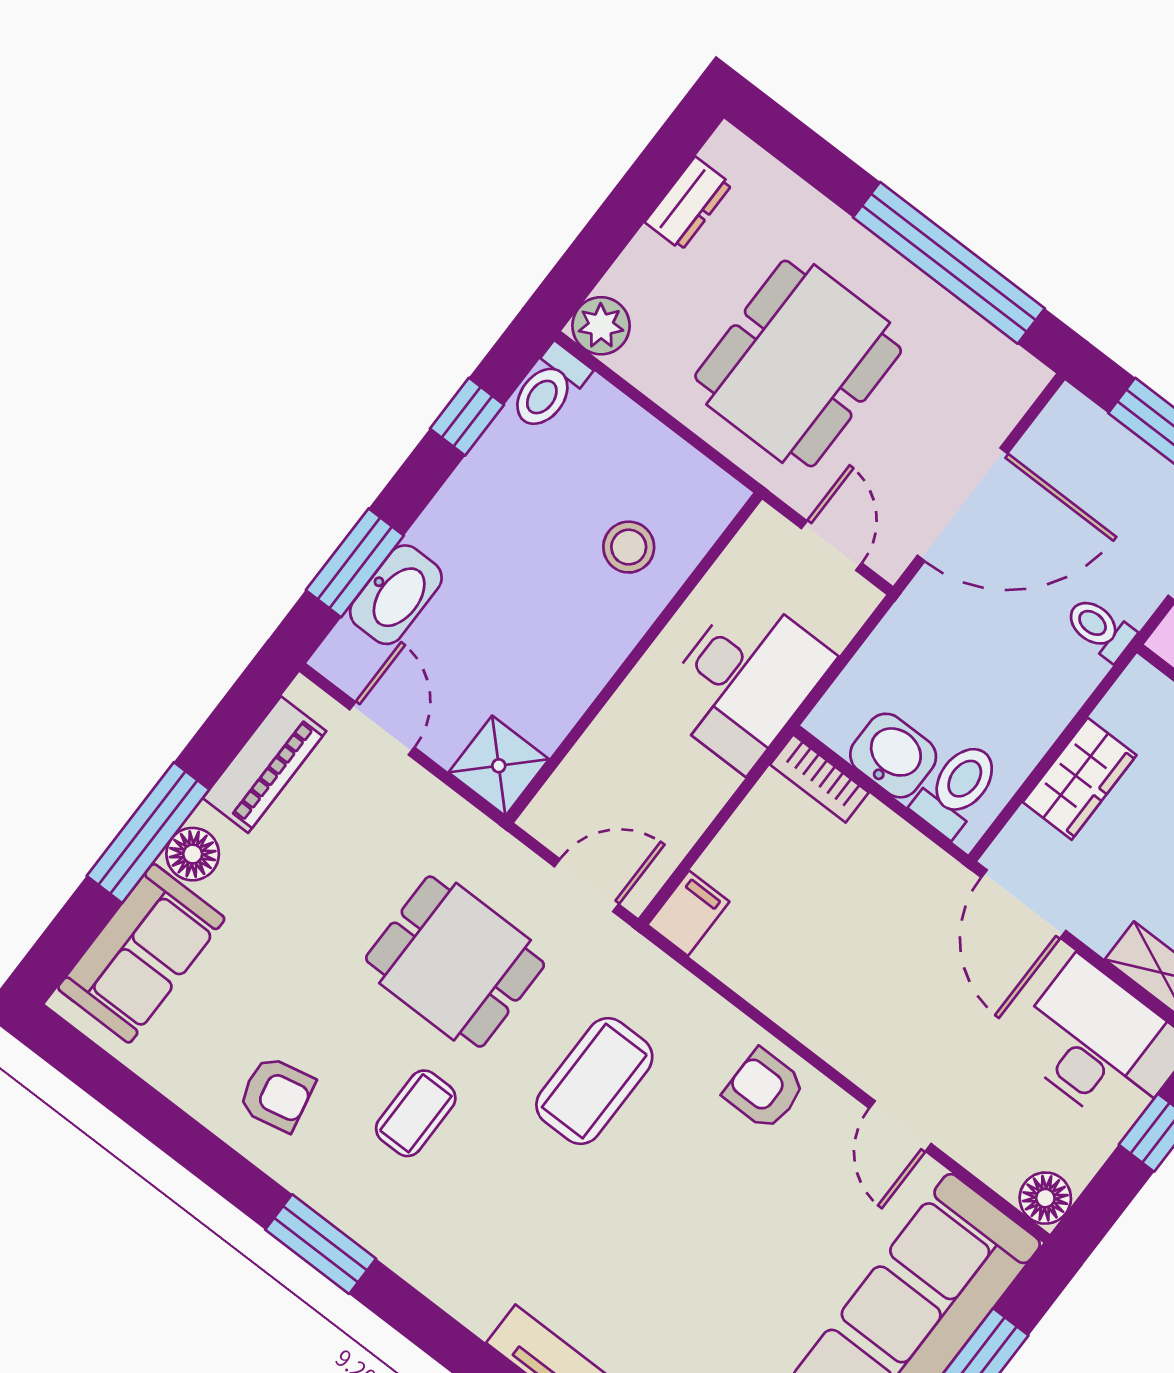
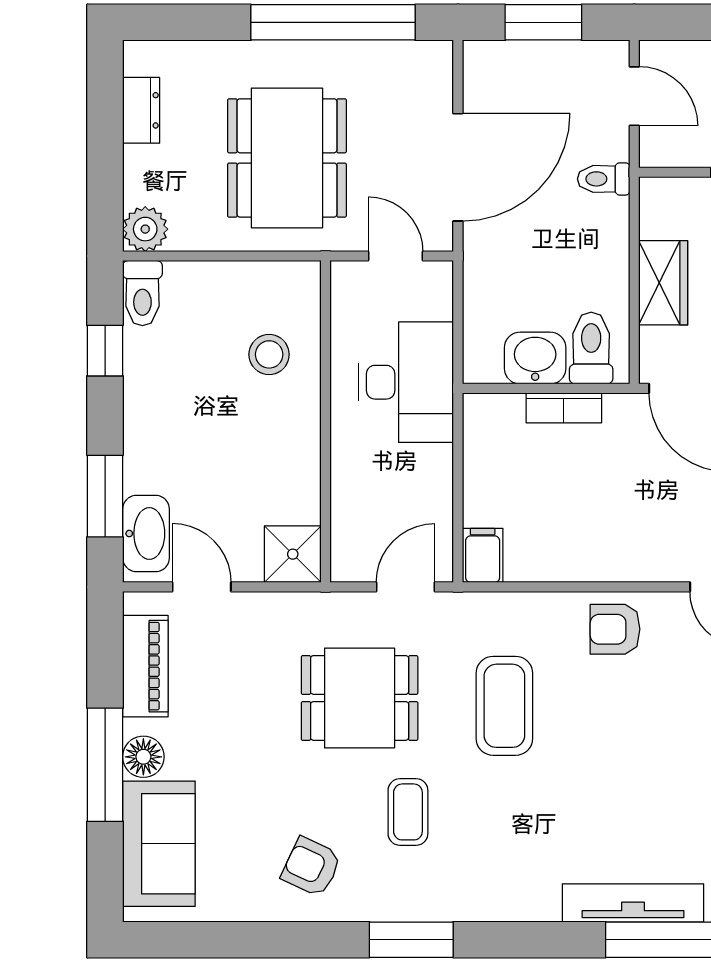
washbasin: (396, 595) -> (146, 534), moved
bookcase: (819, 779) -> (564, 408), moved
armchair: (277, 1094) -> (311, 867), turned -143

